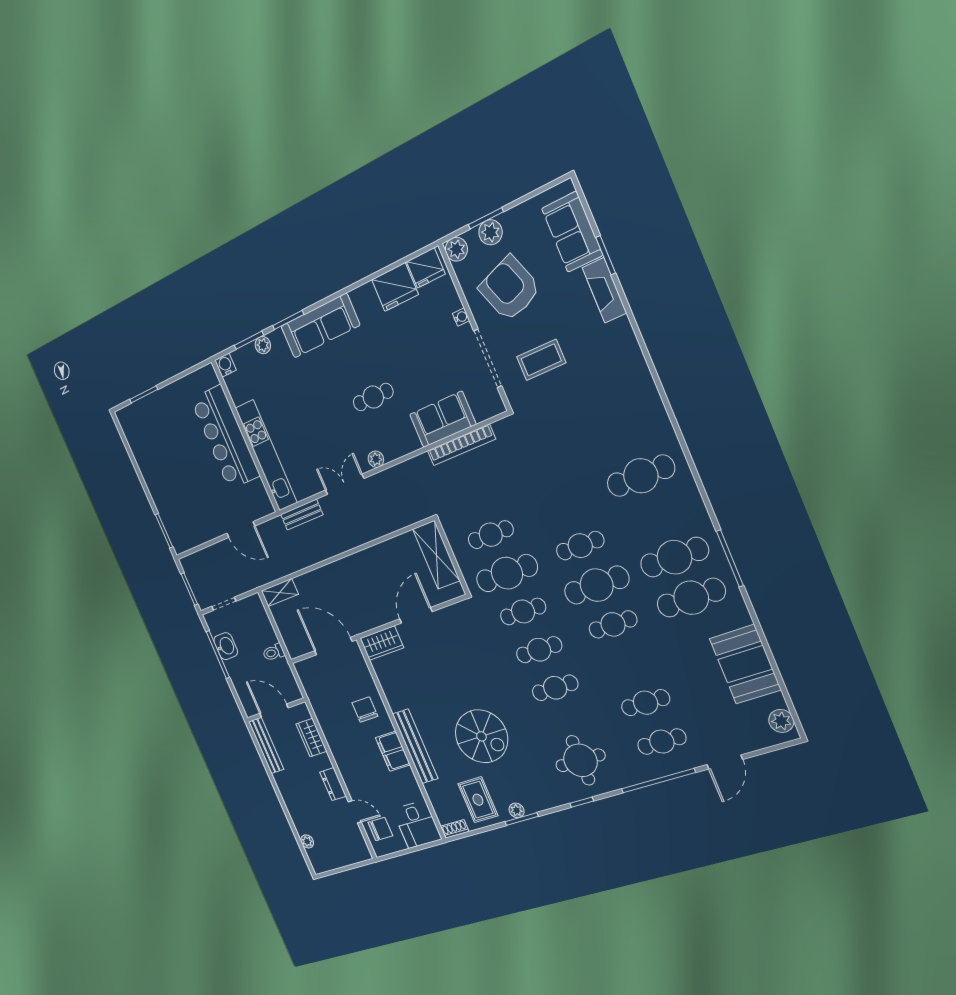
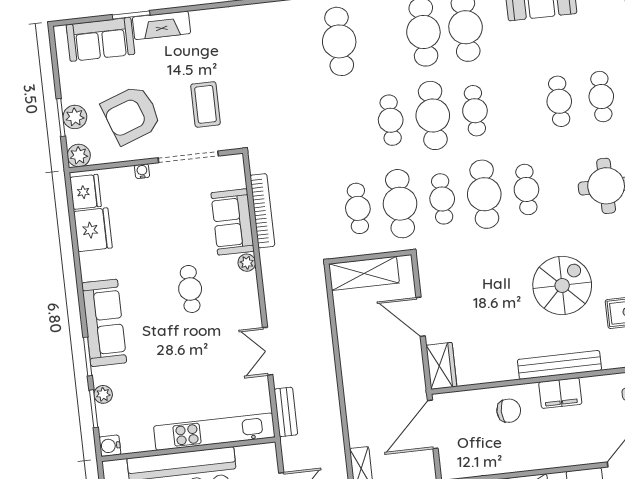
plant: (376, 459) -> (247, 263), moved
cafe table: (539, 650) -> (484, 194), width x1.37, depth x1.35
chair: (365, 709) -> (509, 411), turned 180

